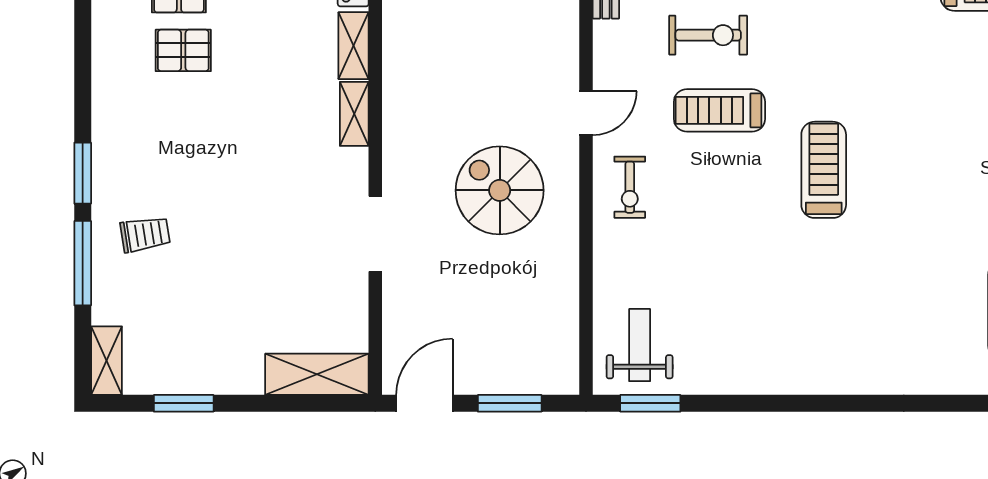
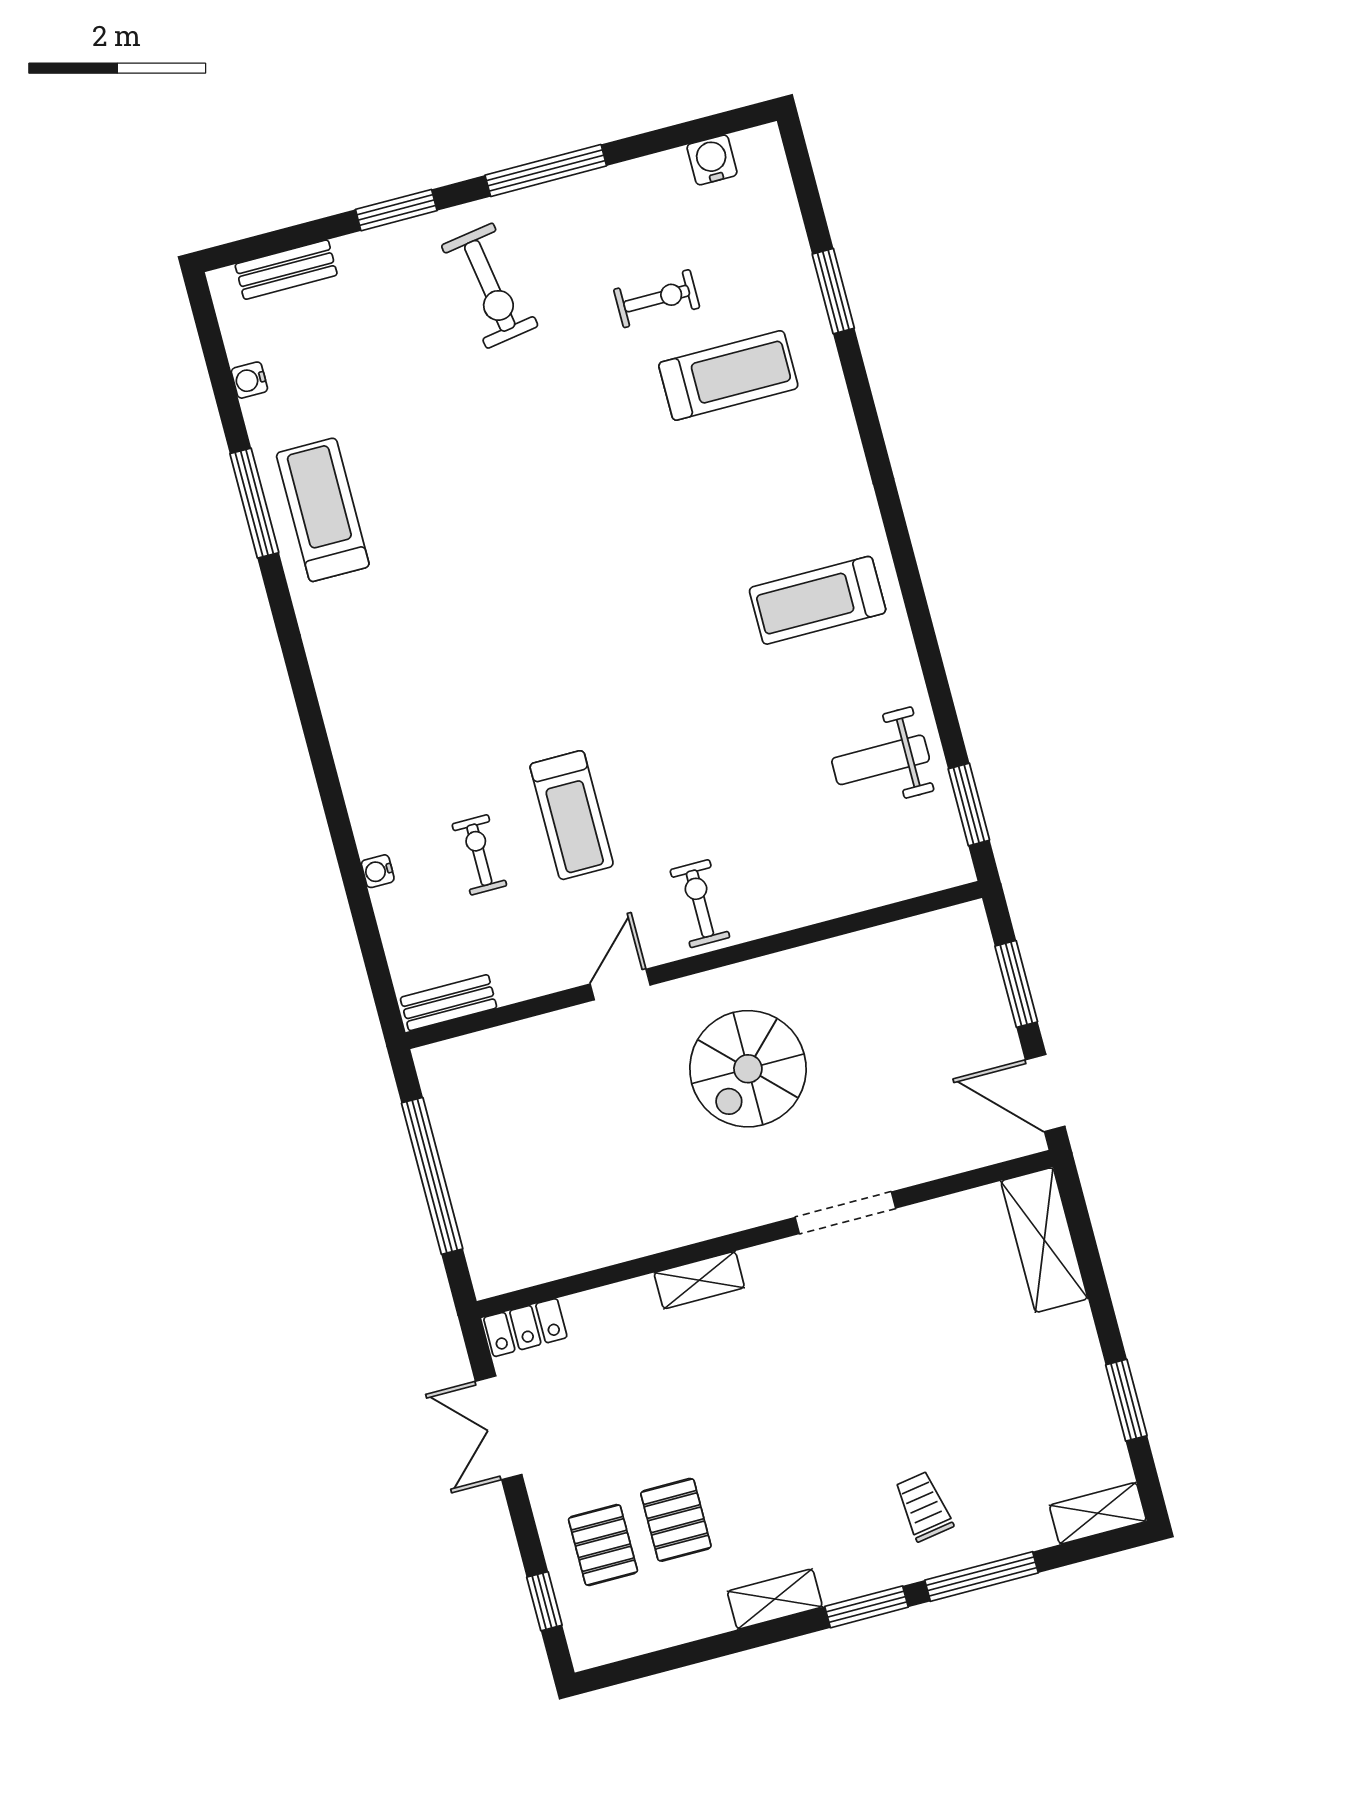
exercise bike: (708, 35) -> (479, 855), width x0.73, depth x0.72
shelving: (354, 46) -> (775, 1599), moved
door: (586, 113) -> (620, 985), hinge flipped
treadmill: (824, 170) -> (818, 600), moved
exercise bike: (630, 187) -> (700, 904), turned -90
weight bench: (640, 345) -> (881, 760), moved

